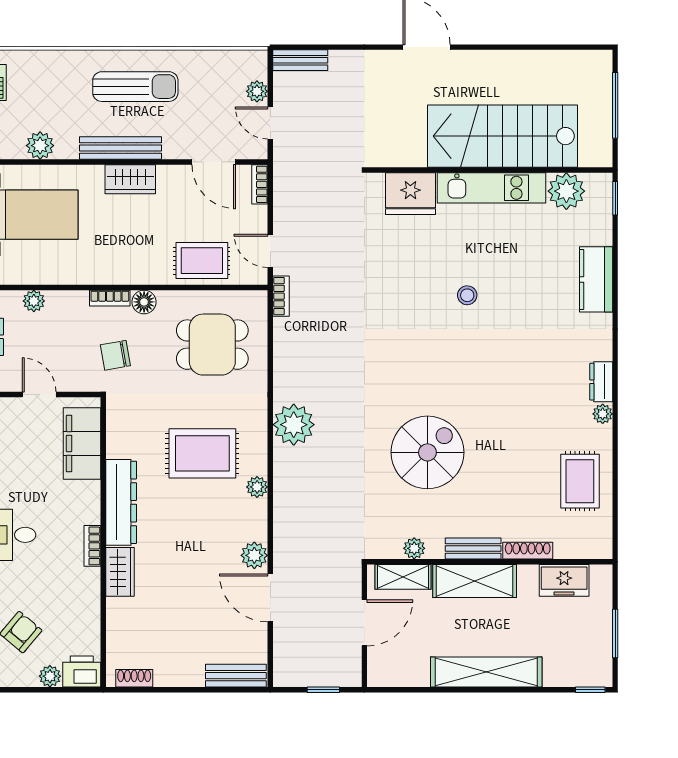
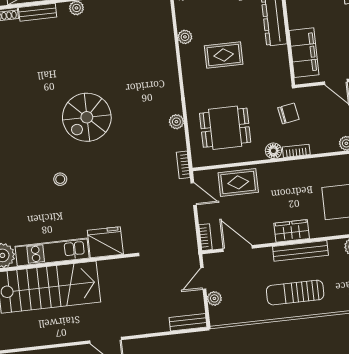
door: (270, 123) -> (203, 279), swing flipped
plant: (294, 425) -> (176, 122), moved, width x0.53, depth x0.53
spiral stairs: (427, 452) -> (87, 117), moved
rug: (202, 453) -> (224, 55), width x0.73, depth x0.70

